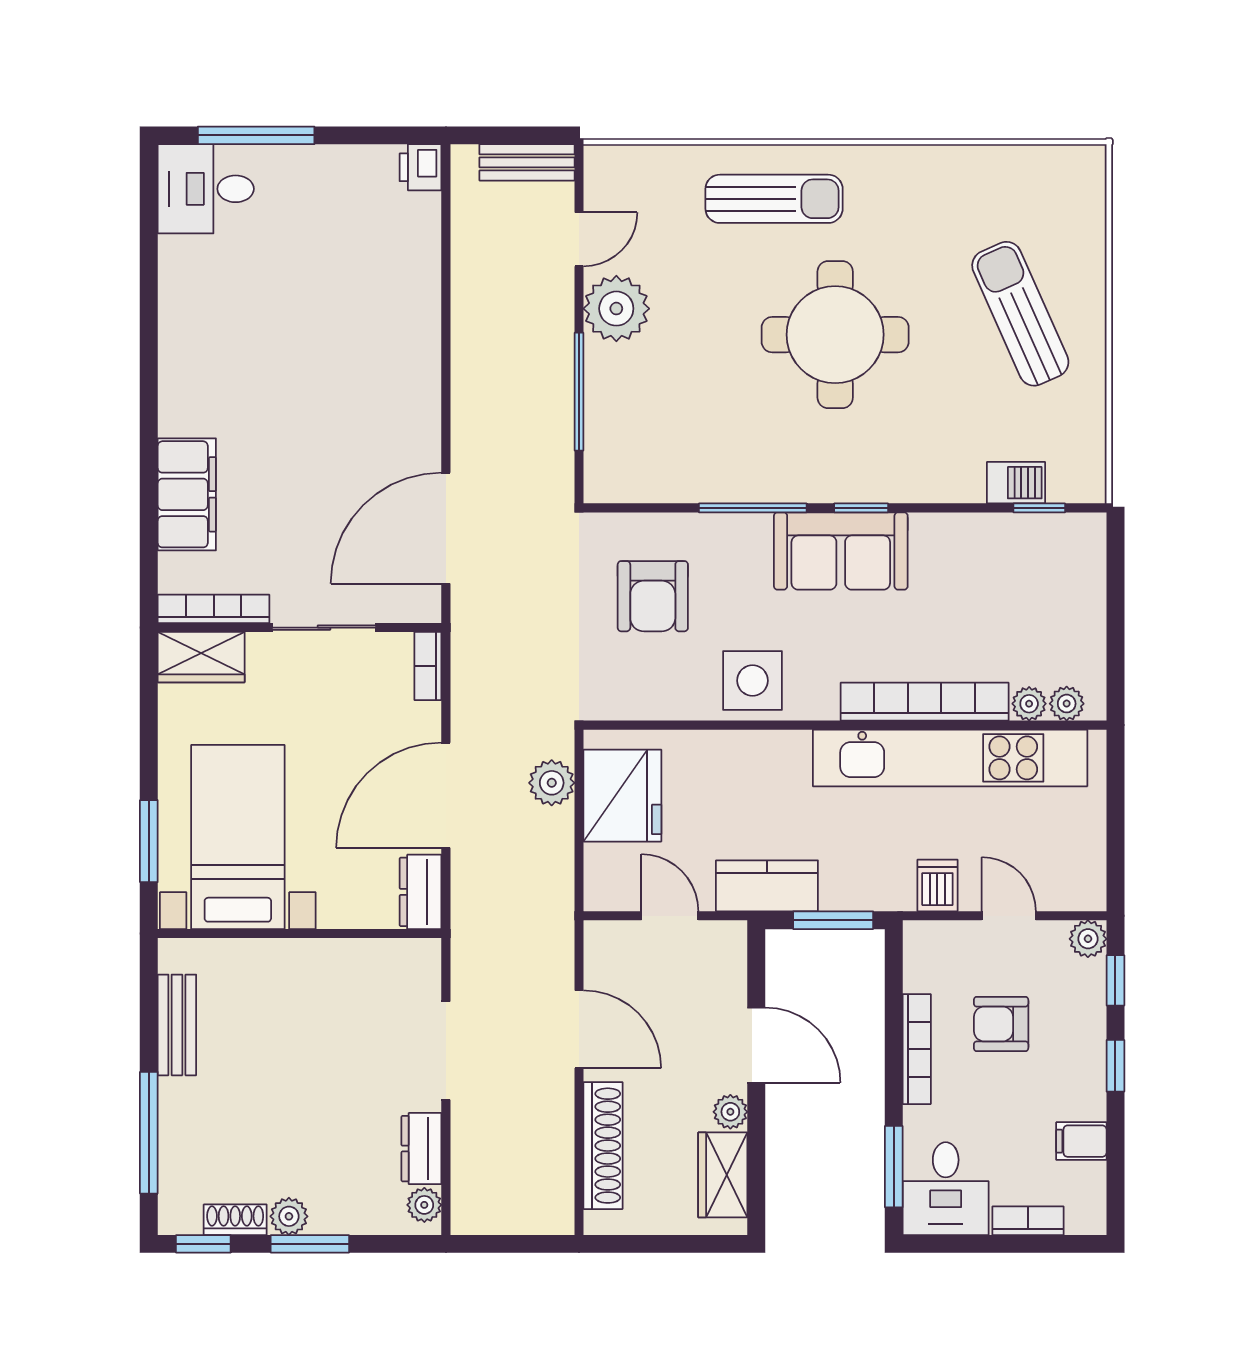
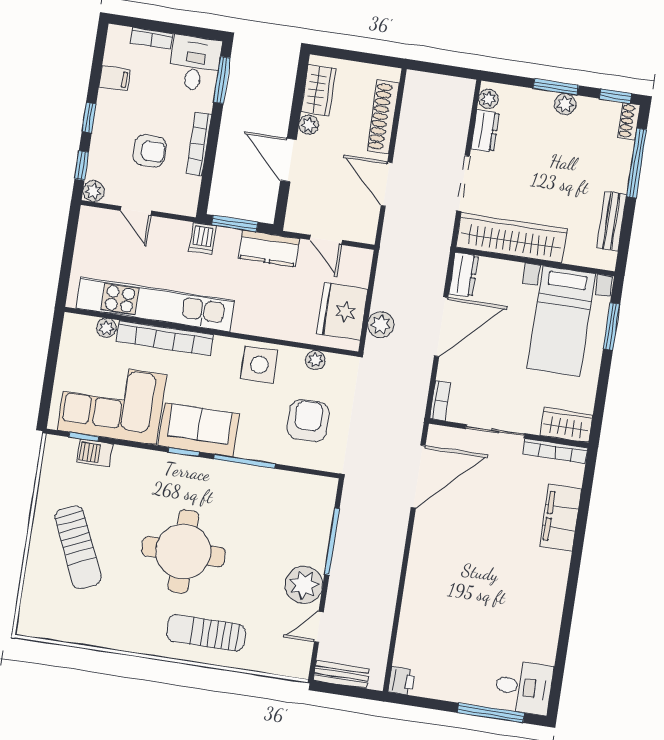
corner sofa: (999, 575) -> (112, 403), added
plant: (1067, 704) -> (315, 360), moved
dishwasher: (937, 885) -> (203, 238), moved
wardrobe: (347, 969) -> (511, 238), added
shoe rack: (235, 1220) -> (629, 121), moved, turned 90

